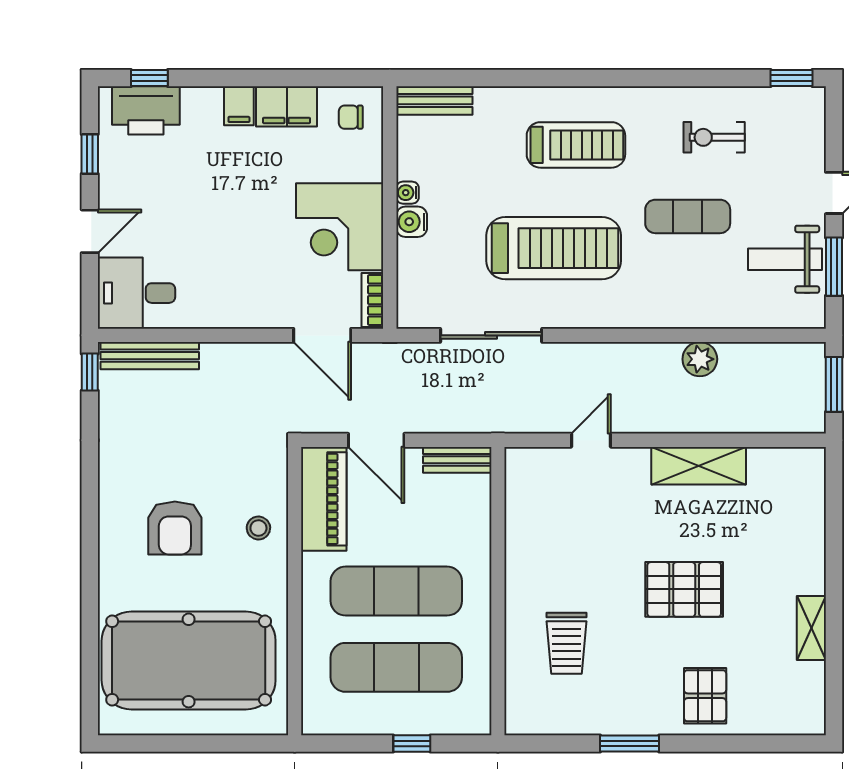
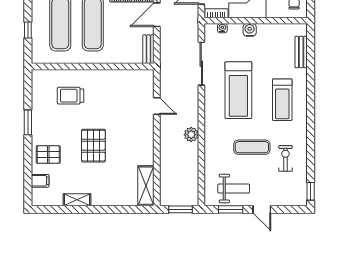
bench: (435, 100) -> (301, 52), moved
water cooler: (407, 193) -> (222, 28), moved
exercise mat: (688, 216) -> (252, 147), turned 90
weight bench: (785, 259) -> (234, 189), turned 90
plant: (700, 359) -> (191, 135), moved
shelving: (699, 466) -> (146, 186), moved
filing cabinet: (767, 715) -> (40, 181), added

